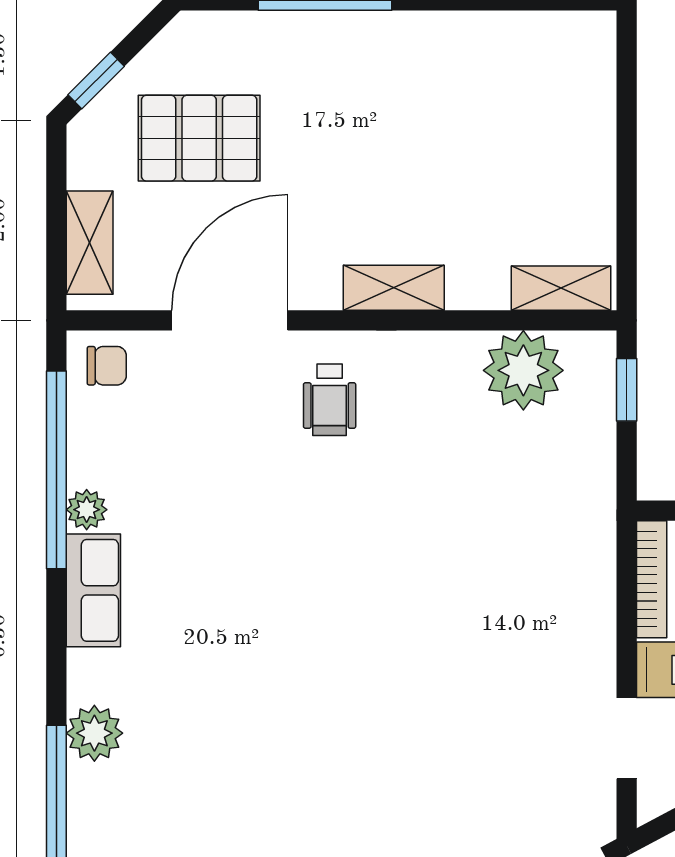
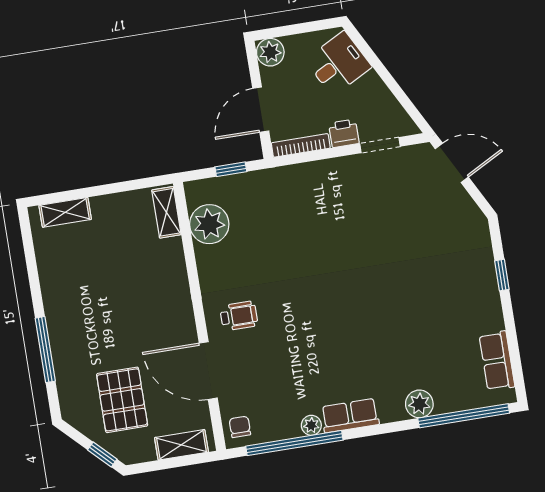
shelving: (394, 288) -> (65, 212), moved, turned 90
window: (627, 390) -> (231, 169), moved

